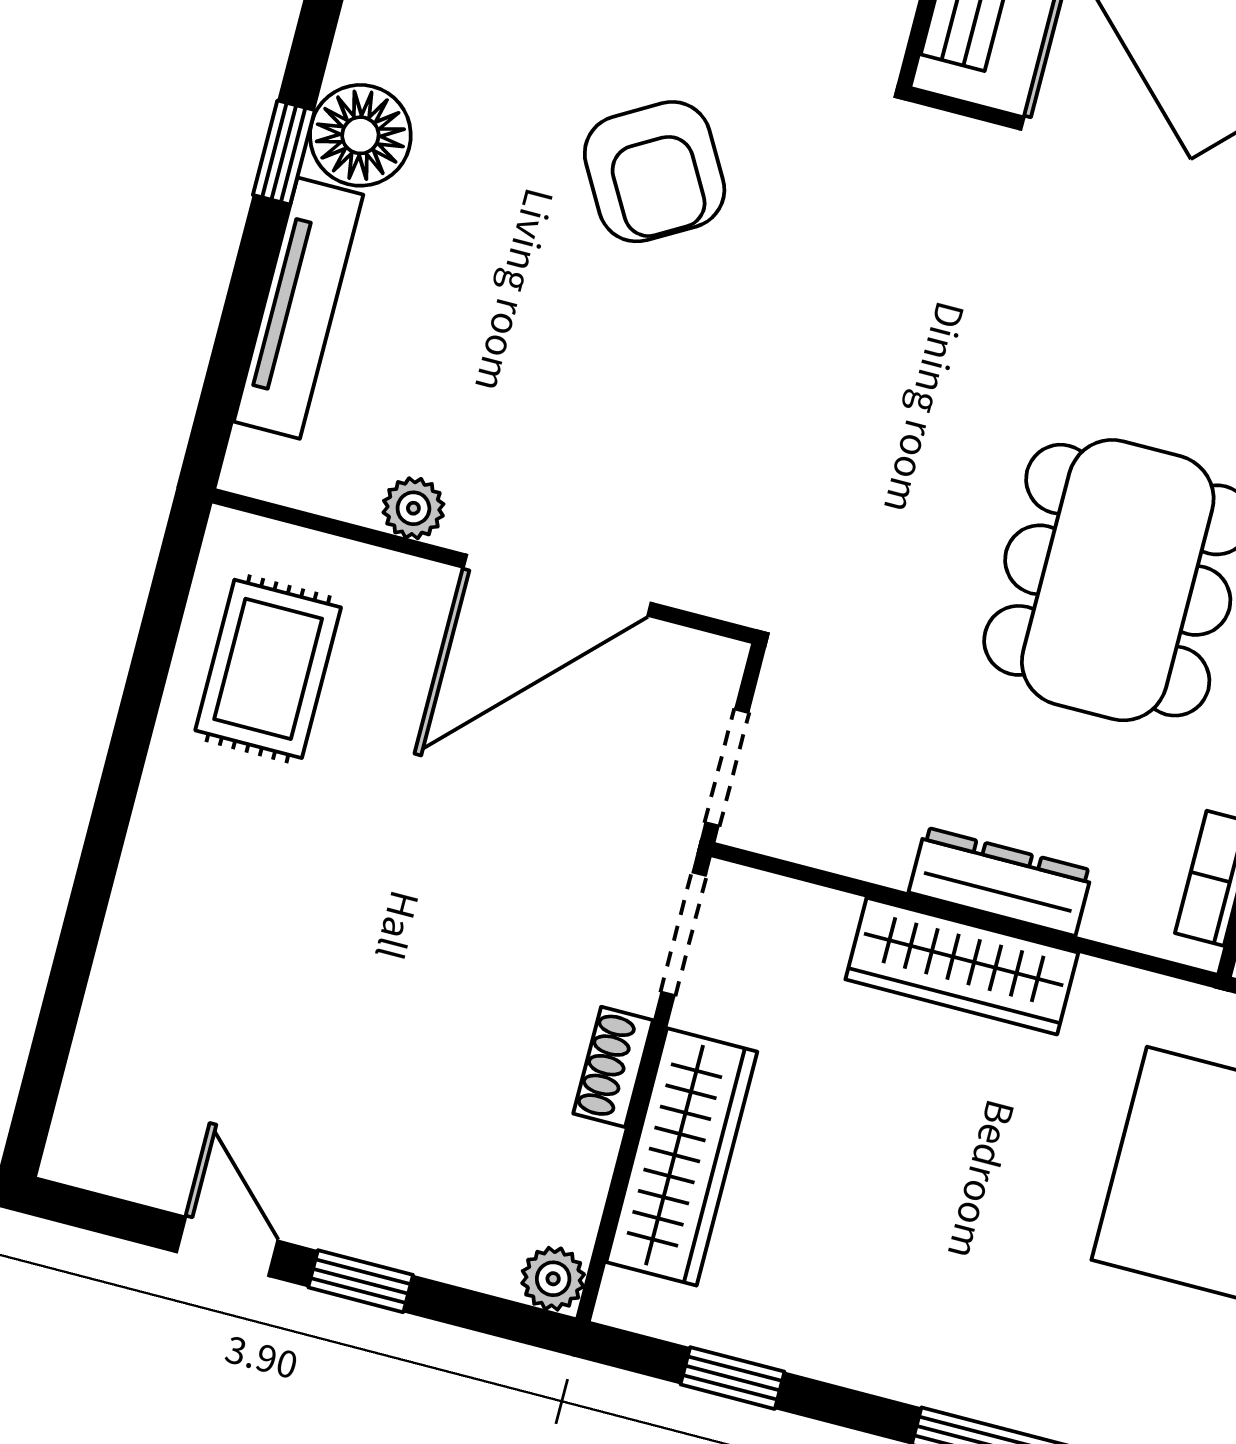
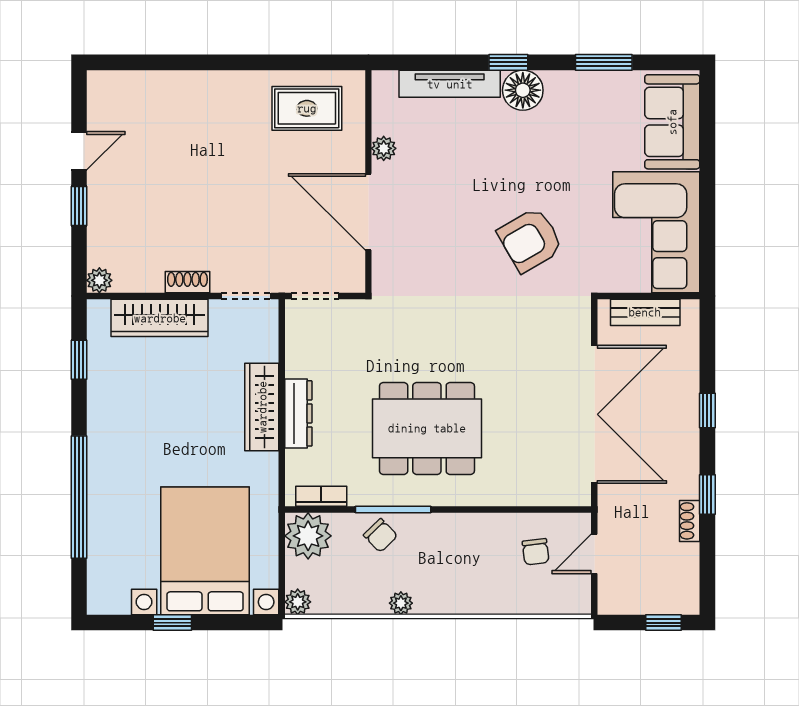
armchair: (655, 172) -> (530, 240), moved

